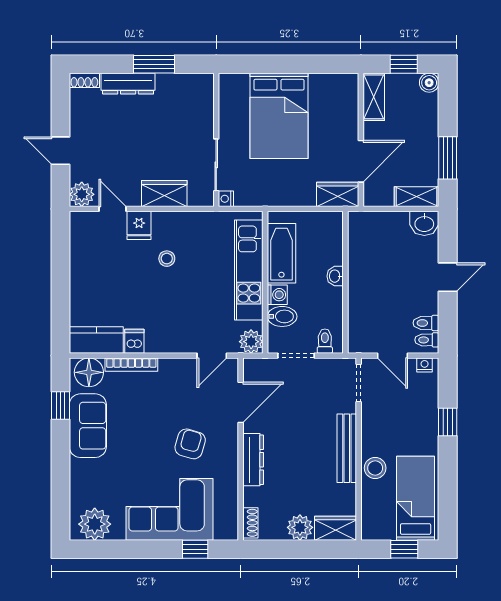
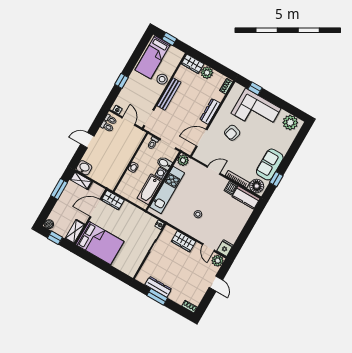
dresser: (128, 84) -> (158, 287), moved
bed: (279, 116) -> (100, 243), moved, turned 90
fridge: (139, 225) -> (225, 248), moved
door: (212, 356) -> (214, 170), moved

